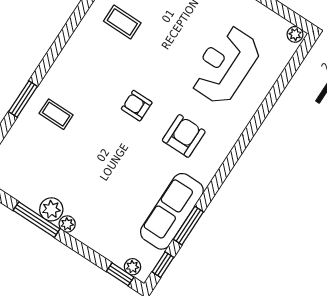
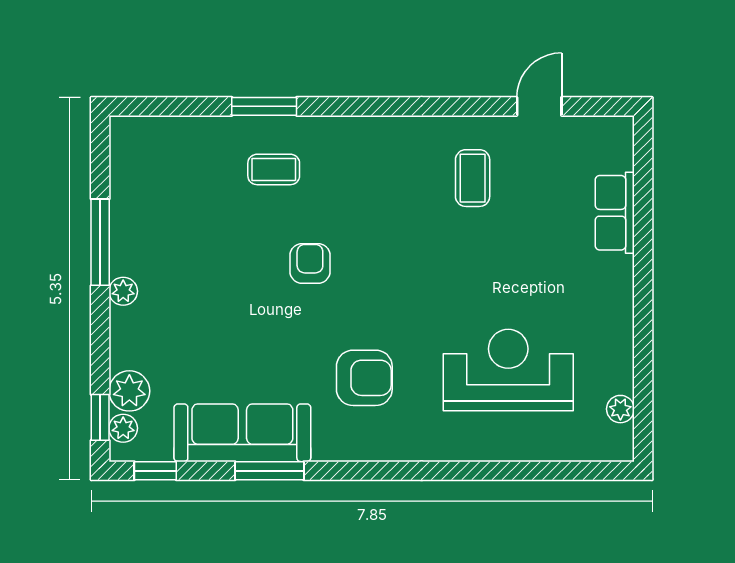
plant: (295, 34) -> (620, 409), moved
armchair: (137, 106) -> (310, 263), moved
coffee table: (56, 114) -> (274, 169), turned 90
plant: (51, 209) -> (129, 391), moved
window: (188, 226) -> (269, 471), moved

